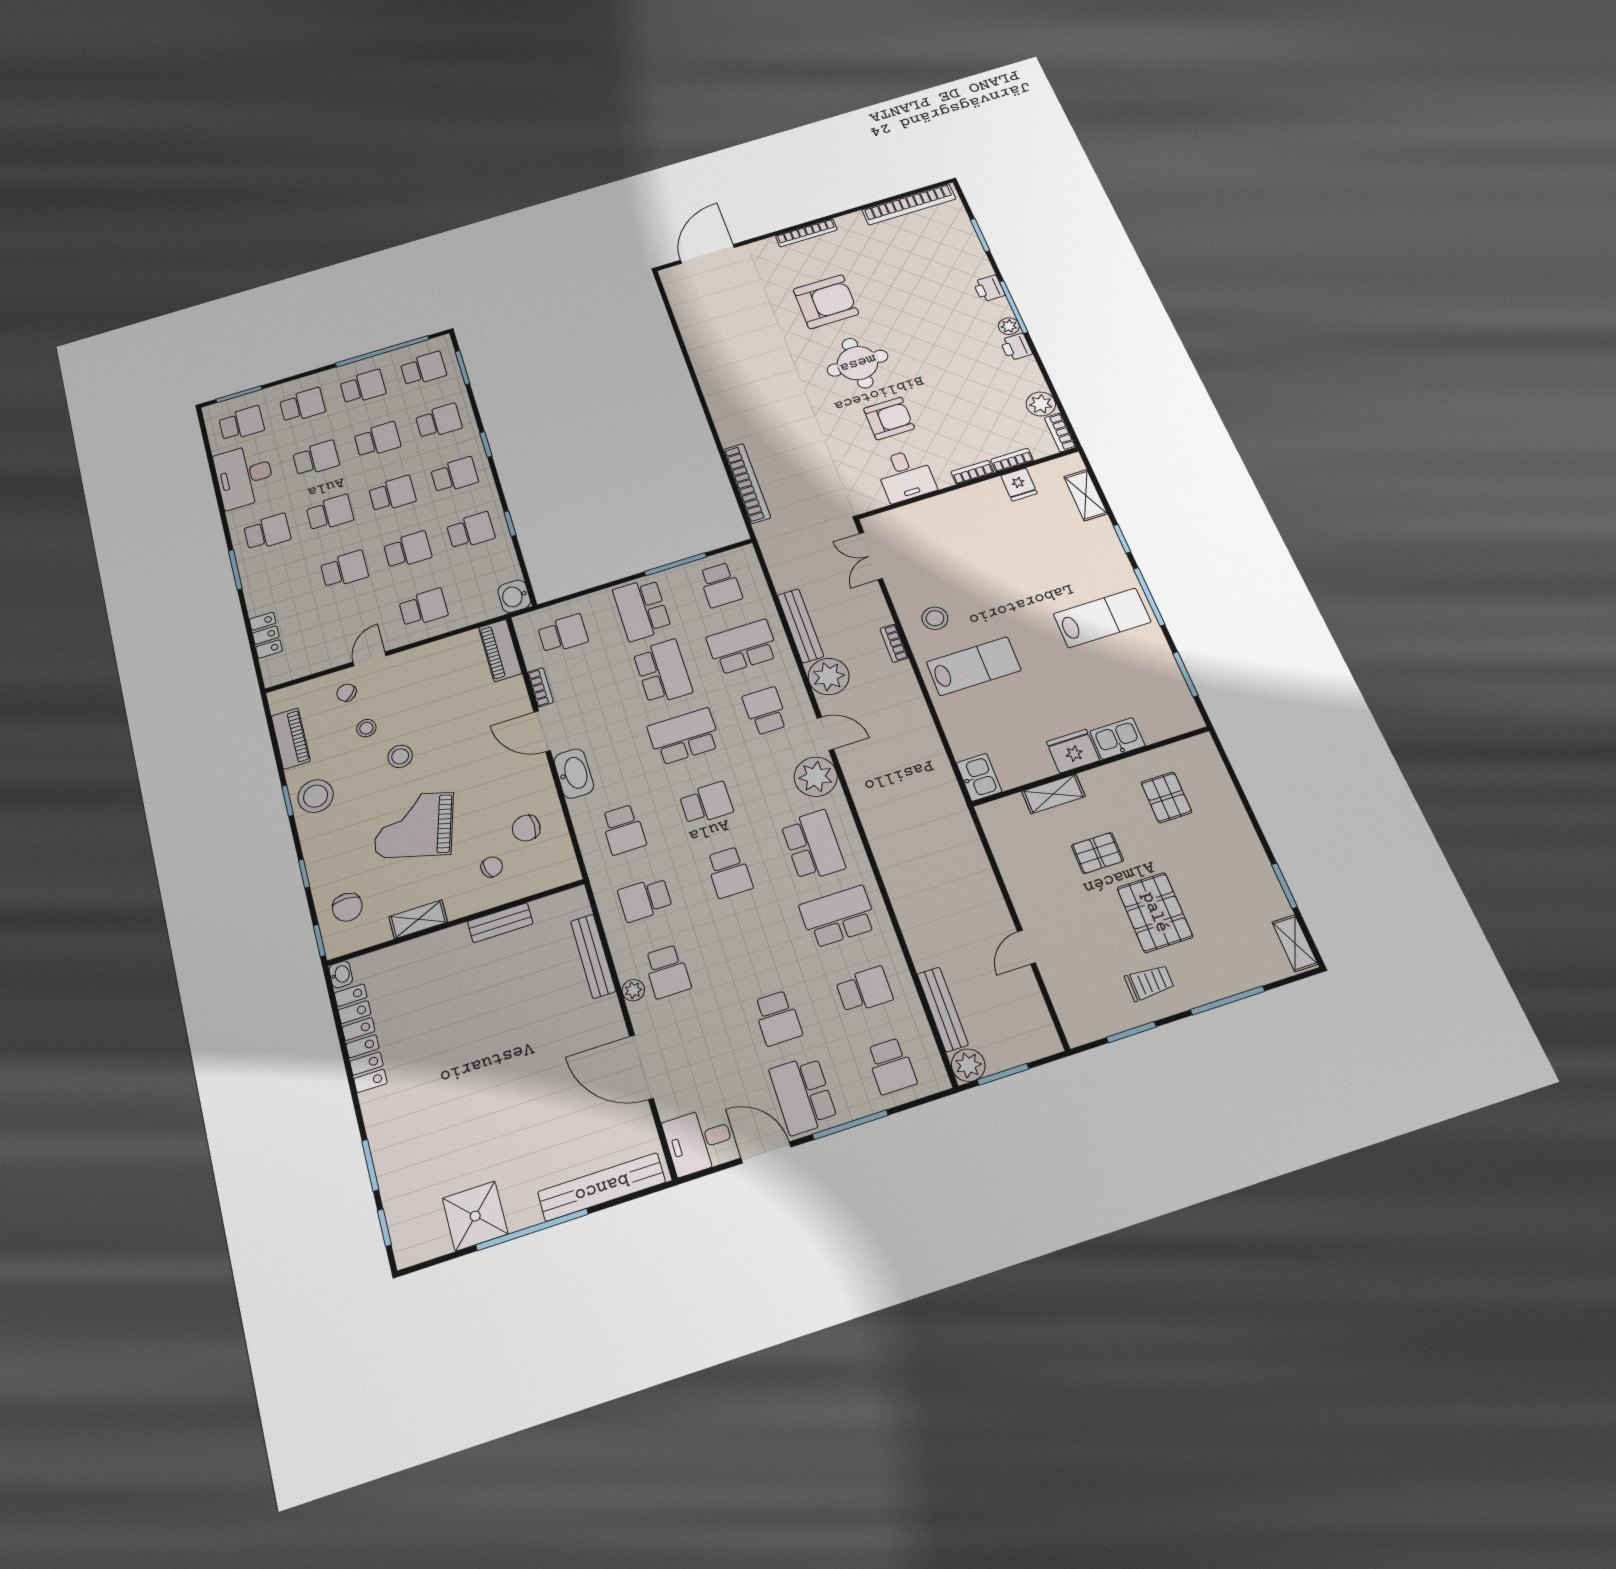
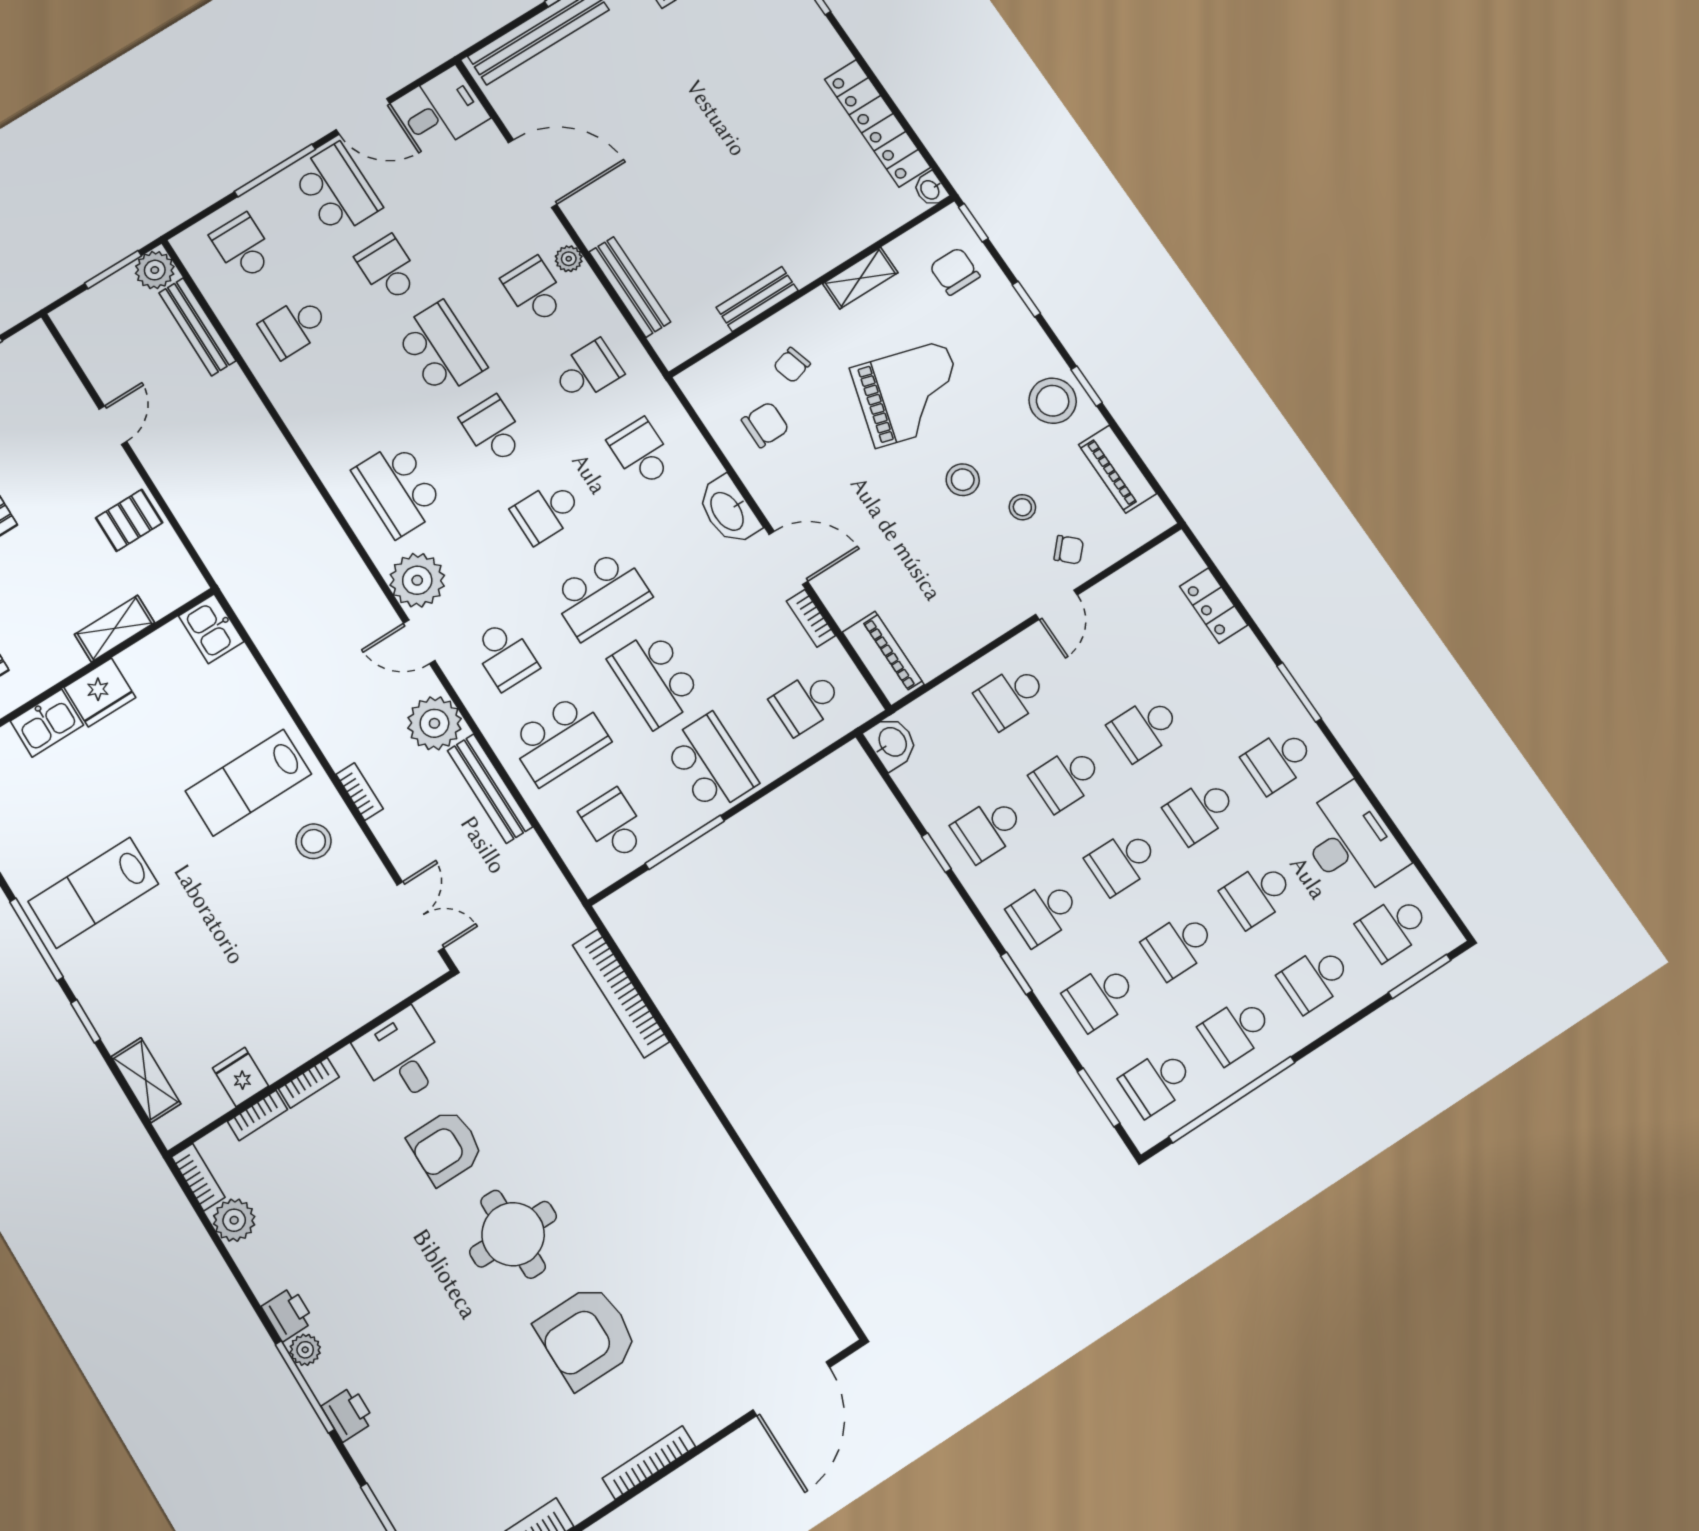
pallet: (1097, 853) -> (129, 520), moved
school desk: (838, 916) -> (440, 349), moved, turned -90

